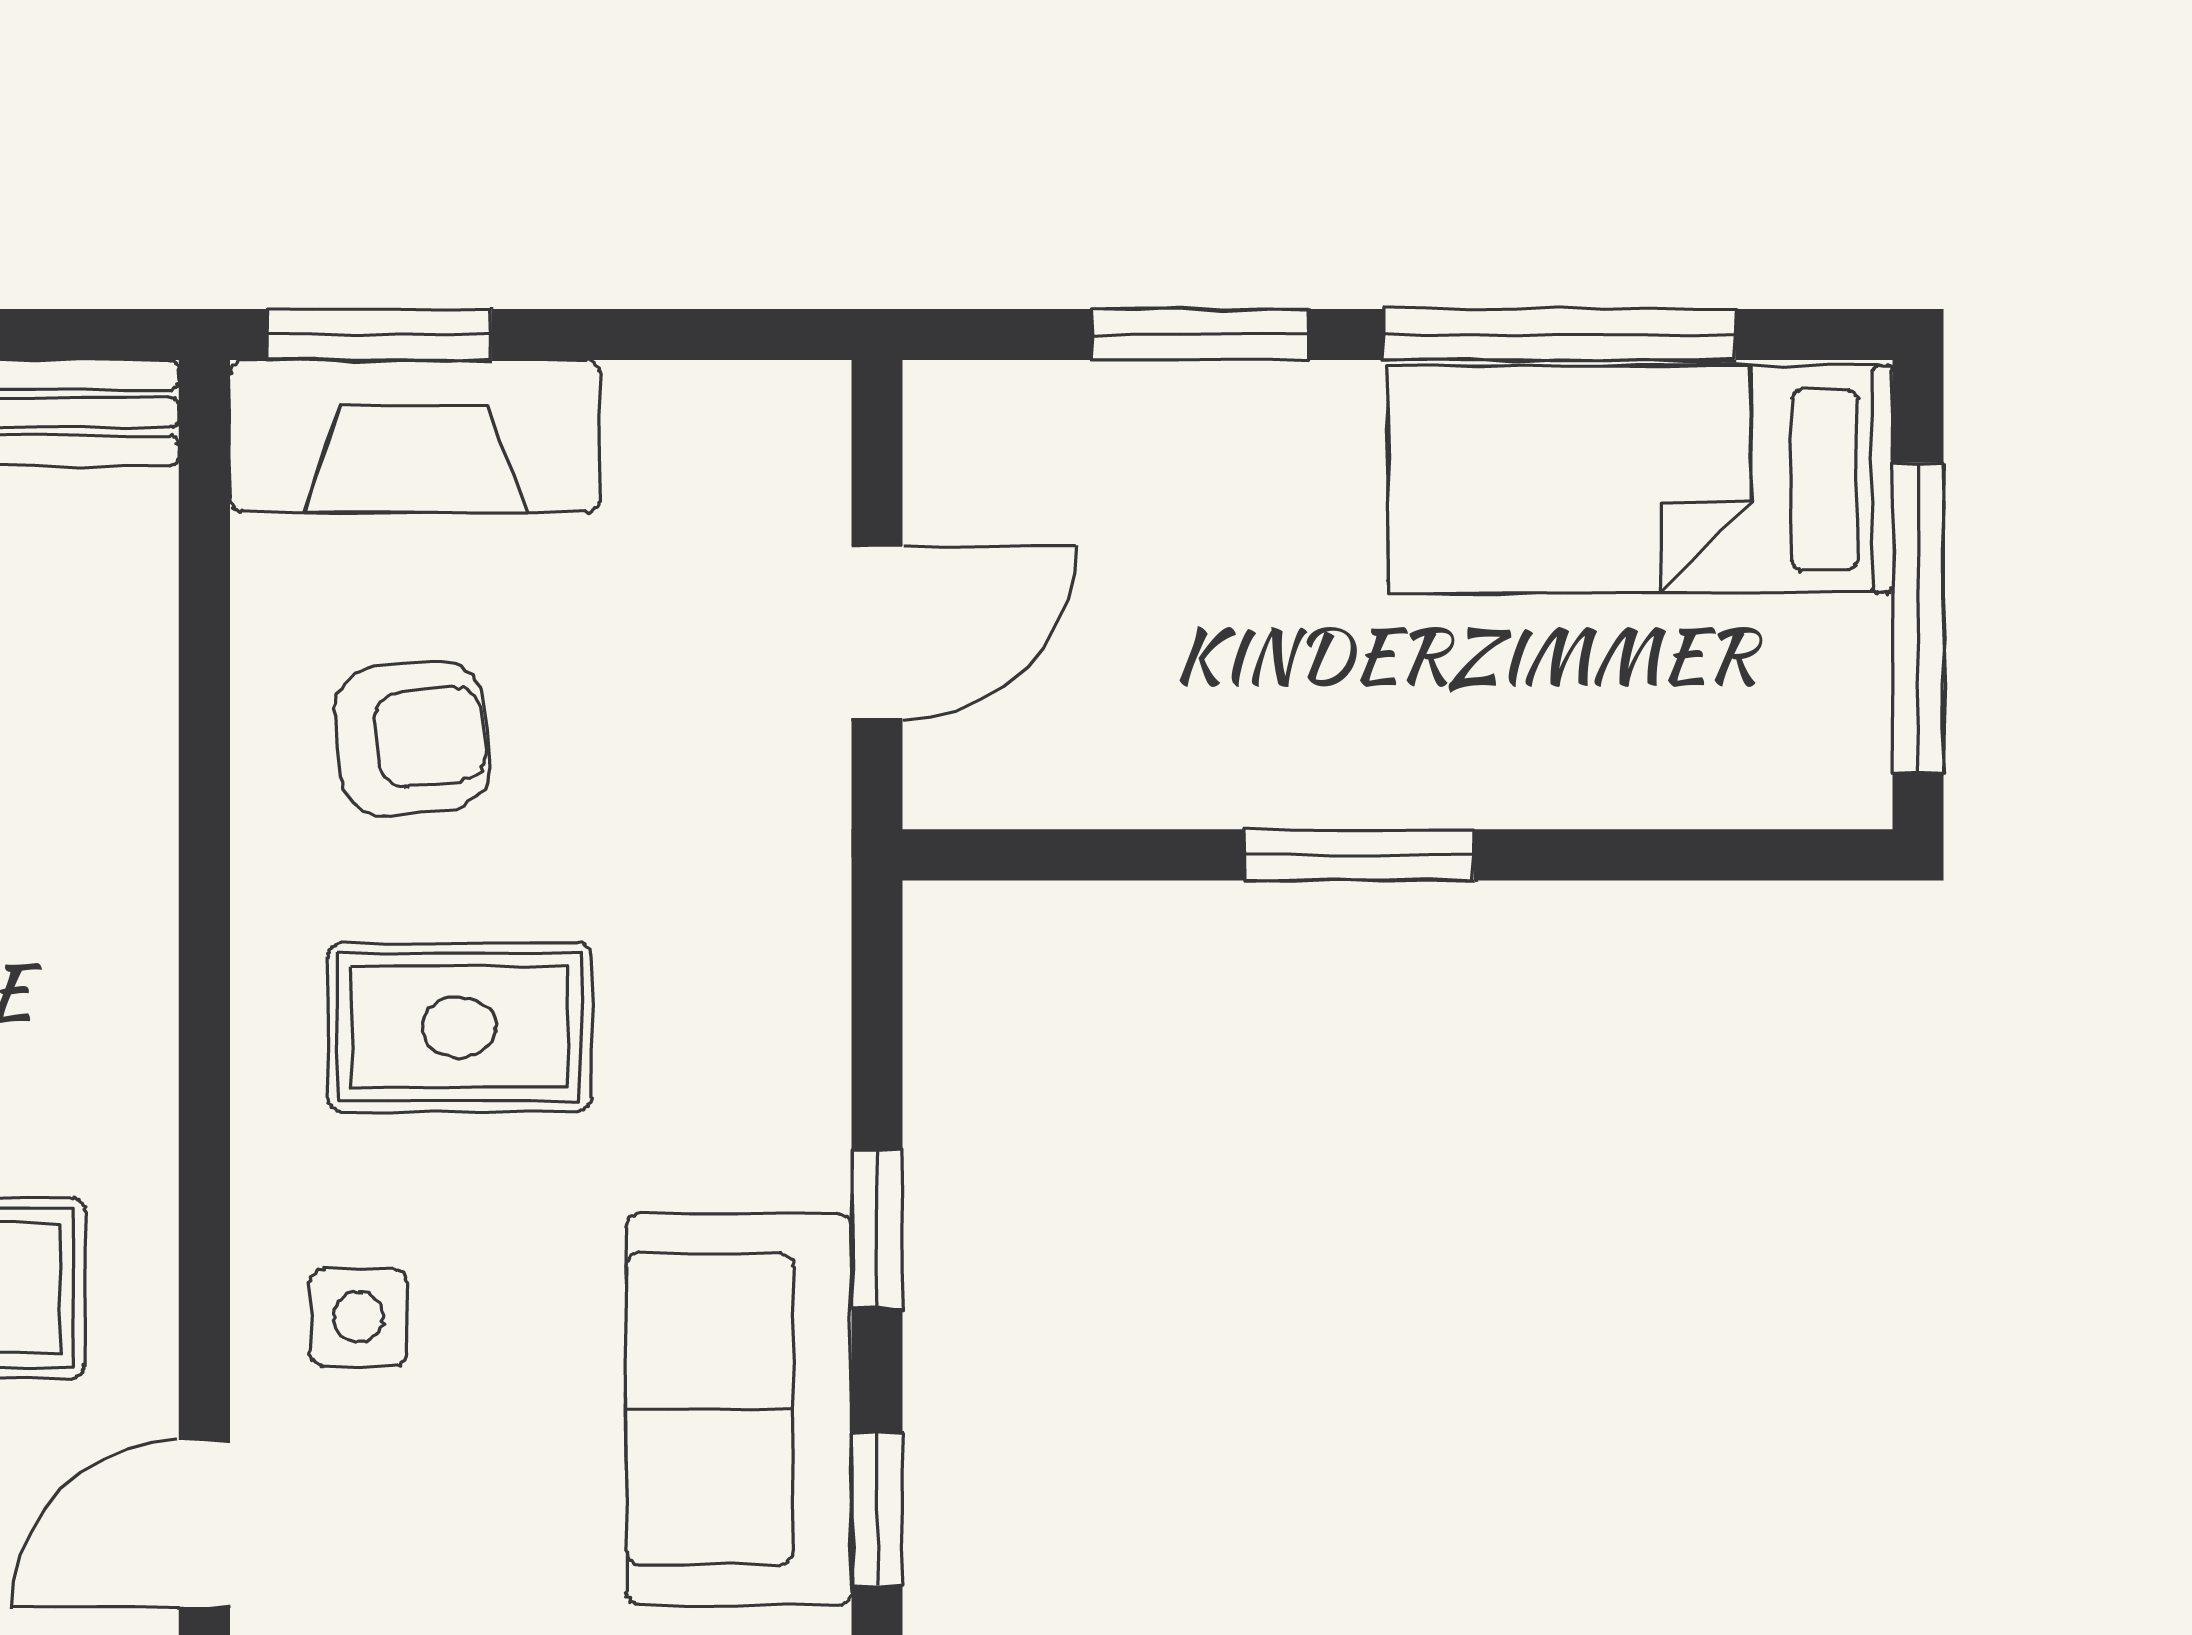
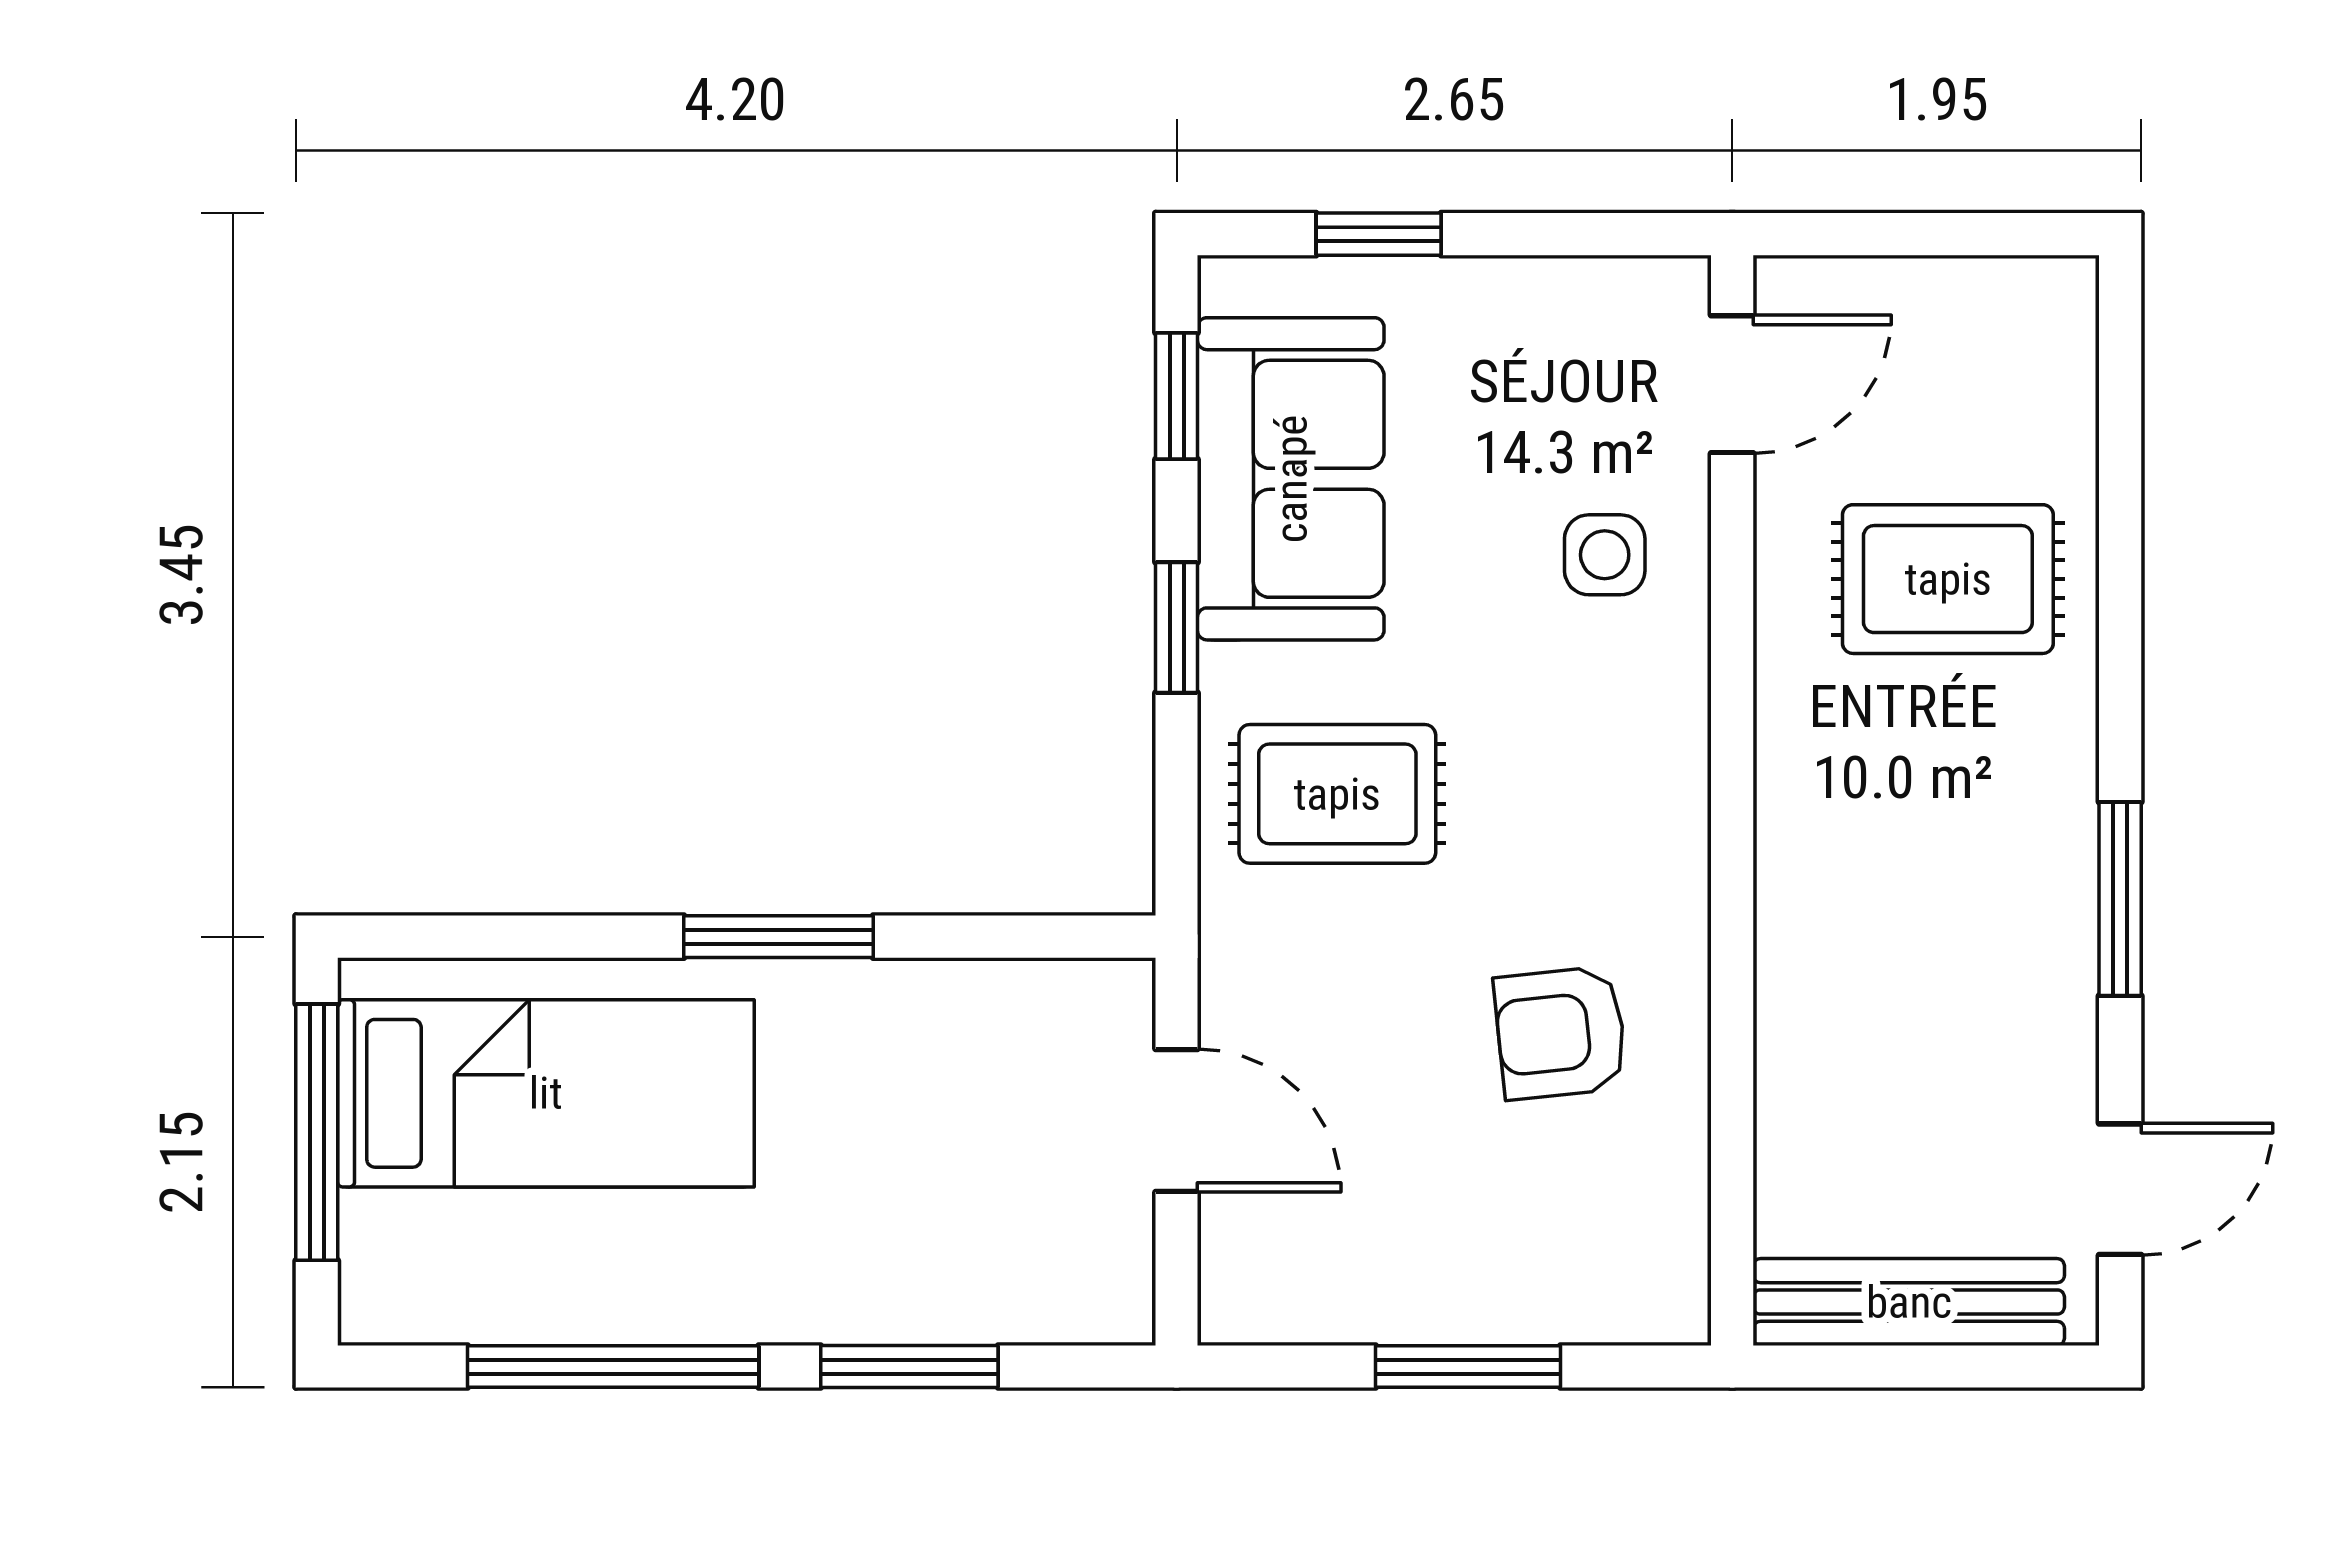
window: (379, 334) -> (1468, 1367), moved
fireplace: (415, 436) -> (1558, 1283), removed
bed: (1640, 479) -> (546, 1093), moved
door: (877, 632) -> (1177, 1120), swing flipped
rug: (459, 1027) -> (1337, 794), moved

